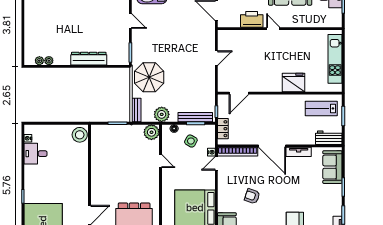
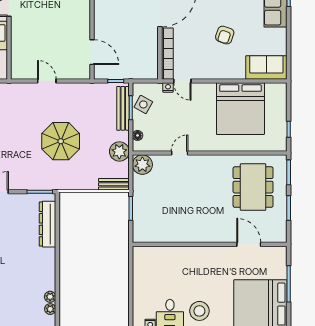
dresser: (89, 59) -> (48, 224), moved
parasol: (149, 77) -> (61, 141), moved
locker: (223, 129) -> (138, 73), removed
stool: (80, 135) -> (199, 311), moved
side table: (191, 141) -> (143, 104), moved

